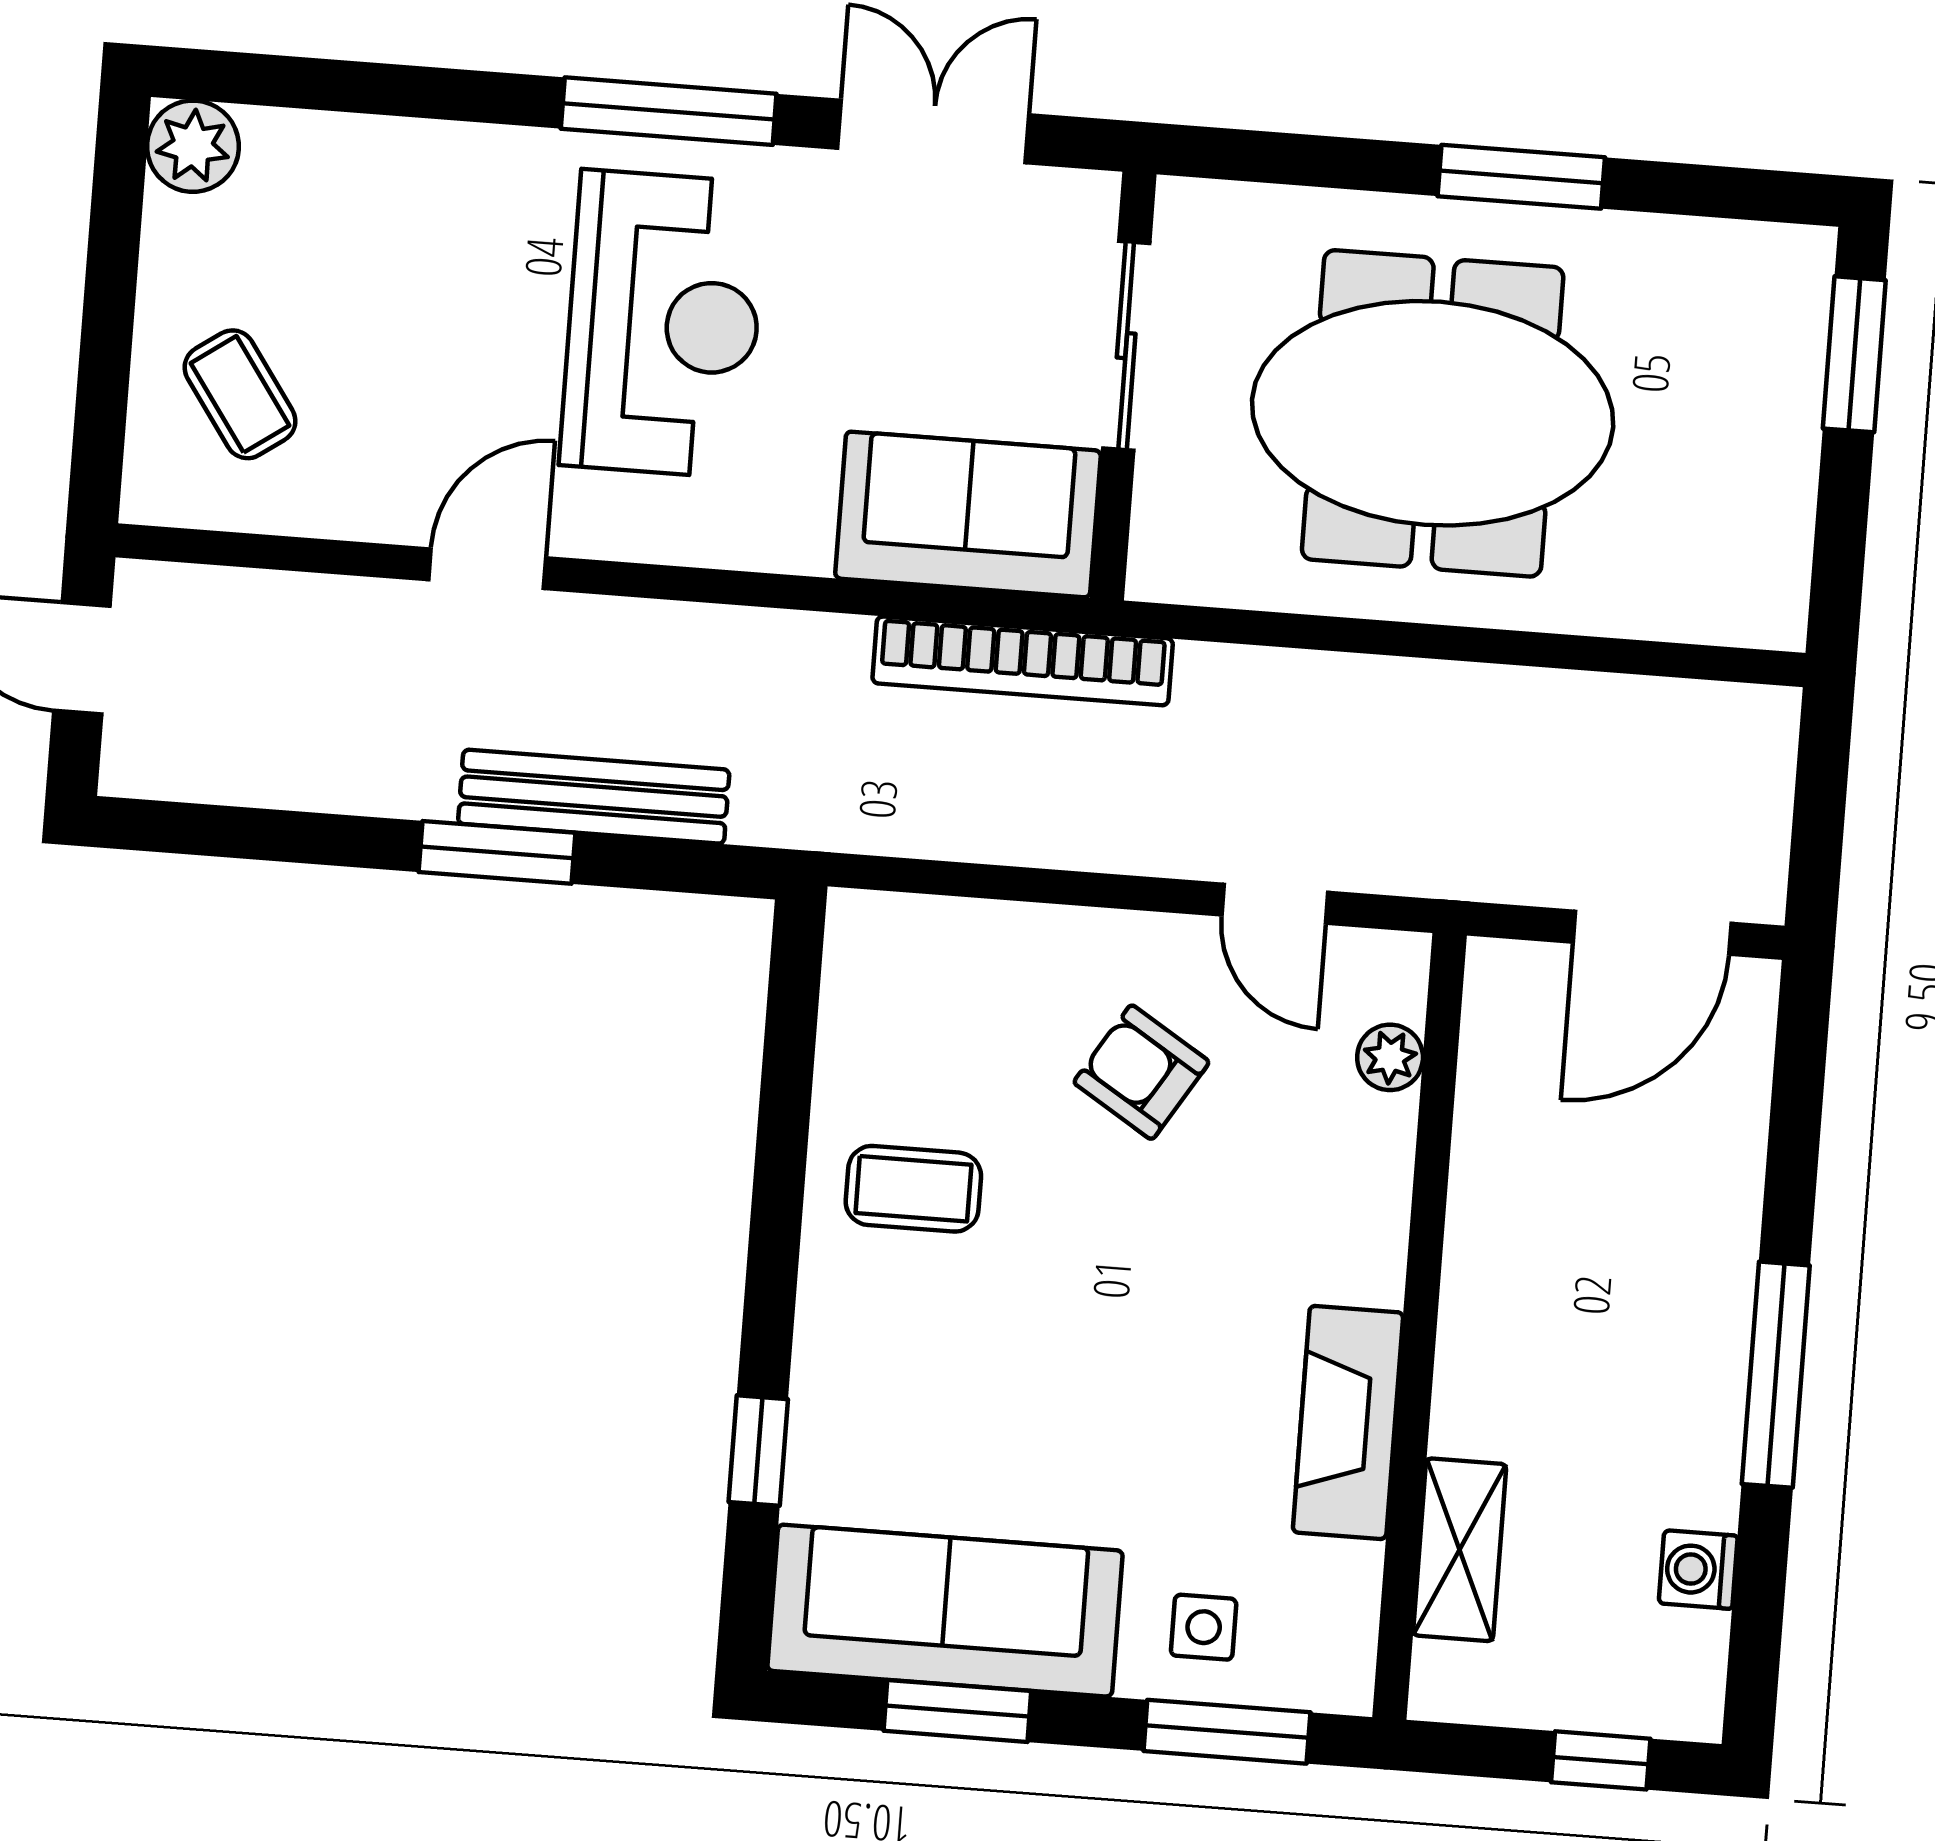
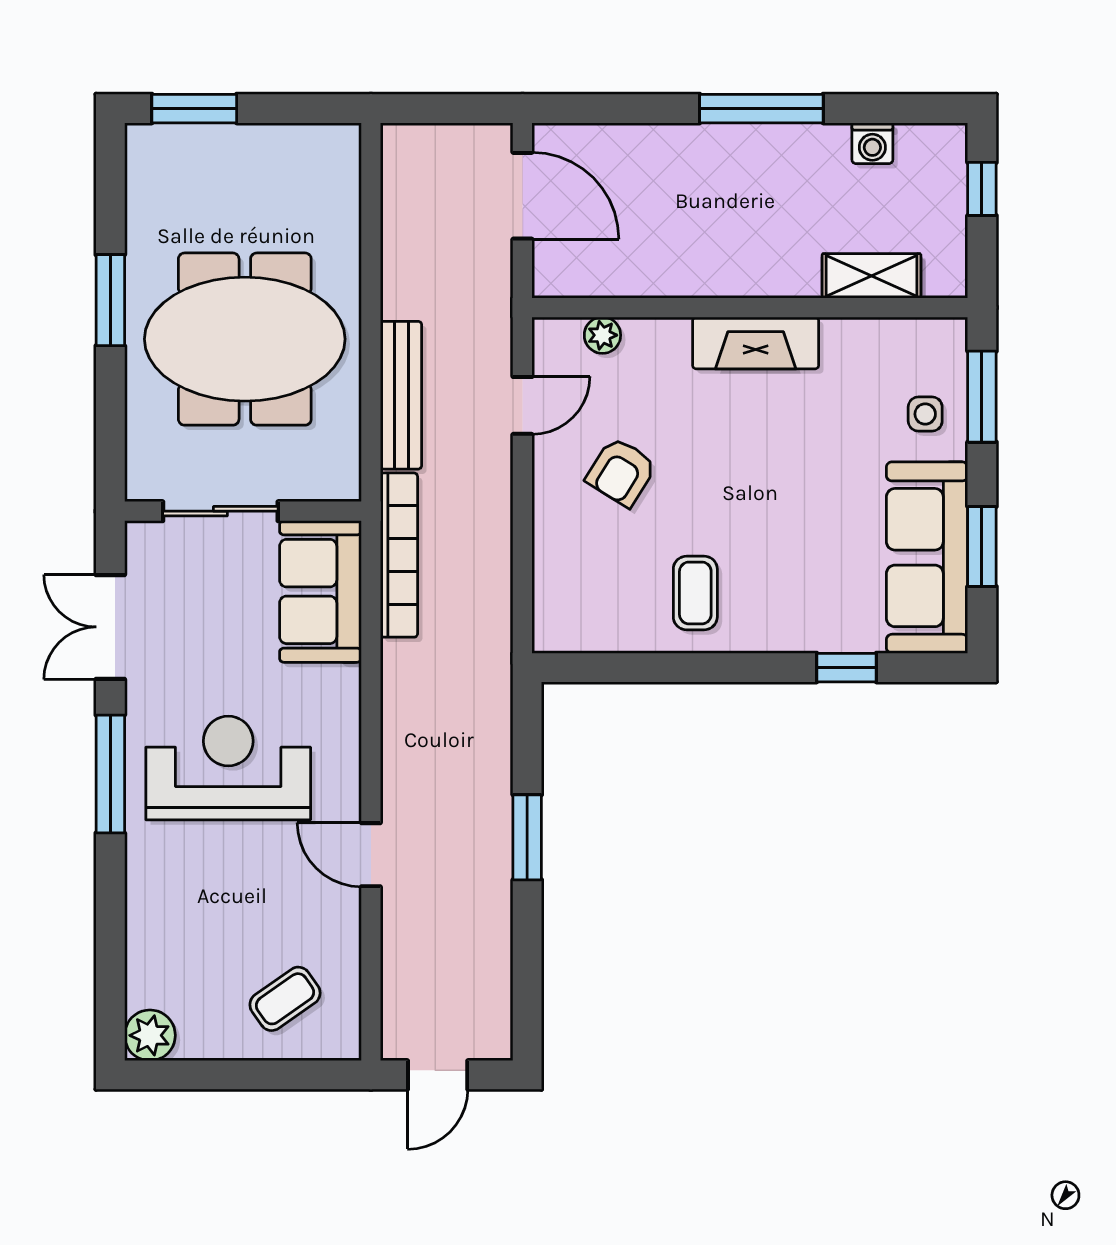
meeting table: (1433, 413) -> (245, 339), turned 90
bench: (594, 797) -> (401, 395), moved
fireplace: (1348, 1422) -> (756, 343), moved

